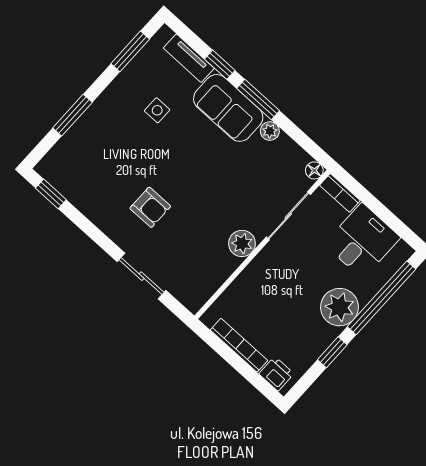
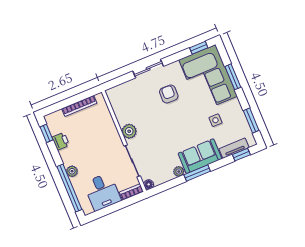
window: (220, 65) -> (241, 155), moved
corner sofa: (94, 155) -> (208, 78), added
armchair: (150, 207) -> (169, 94), turned 91
sliding door: (142, 276) -> (148, 69), moved
plant: (340, 307) -> (72, 171), width x0.53, depth x0.53
window: (332, 352) -> (47, 133), moved
printer: (276, 374) -> (61, 141), moved, turned -90

